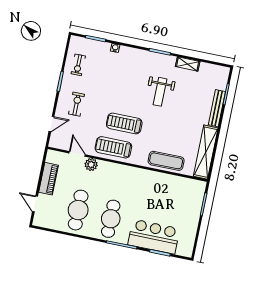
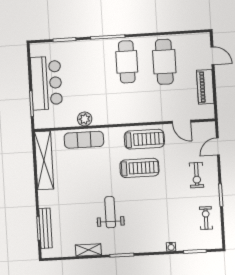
bench: (217, 108) -> (45, 228), moved
plant: (91, 165) -> (85, 119), moved
bar counter: (154, 237) -> (46, 83), moved, turned -90

